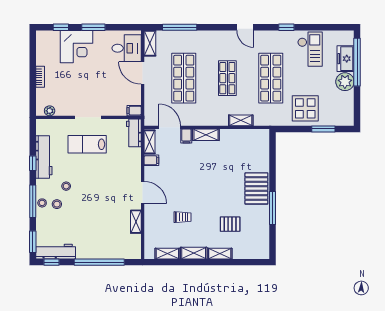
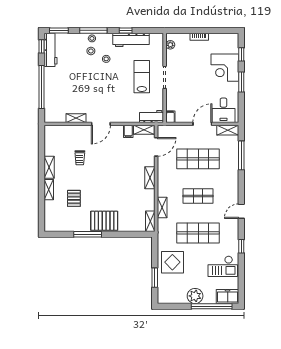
freezer: (346, 59) -> (228, 296), moved
filing cabinet: (186, 136) -> (149, 161), removed
shelving: (167, 254) -> (150, 221), moved

